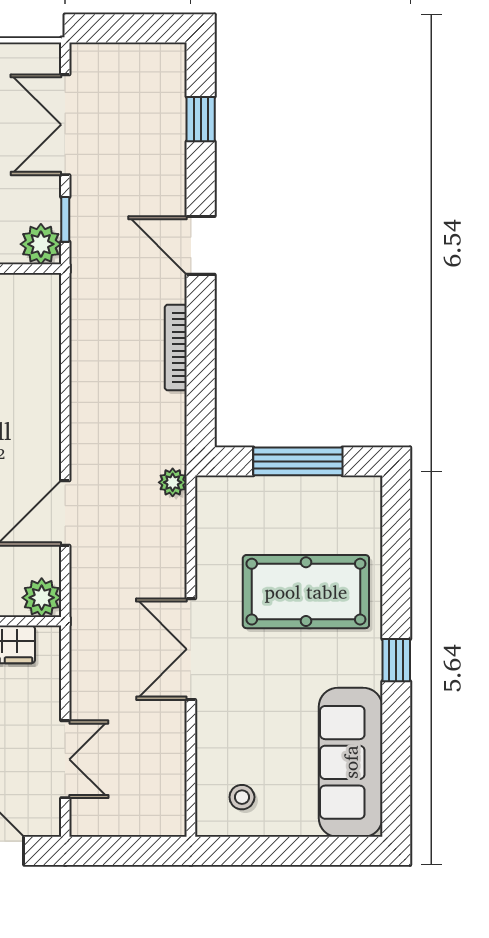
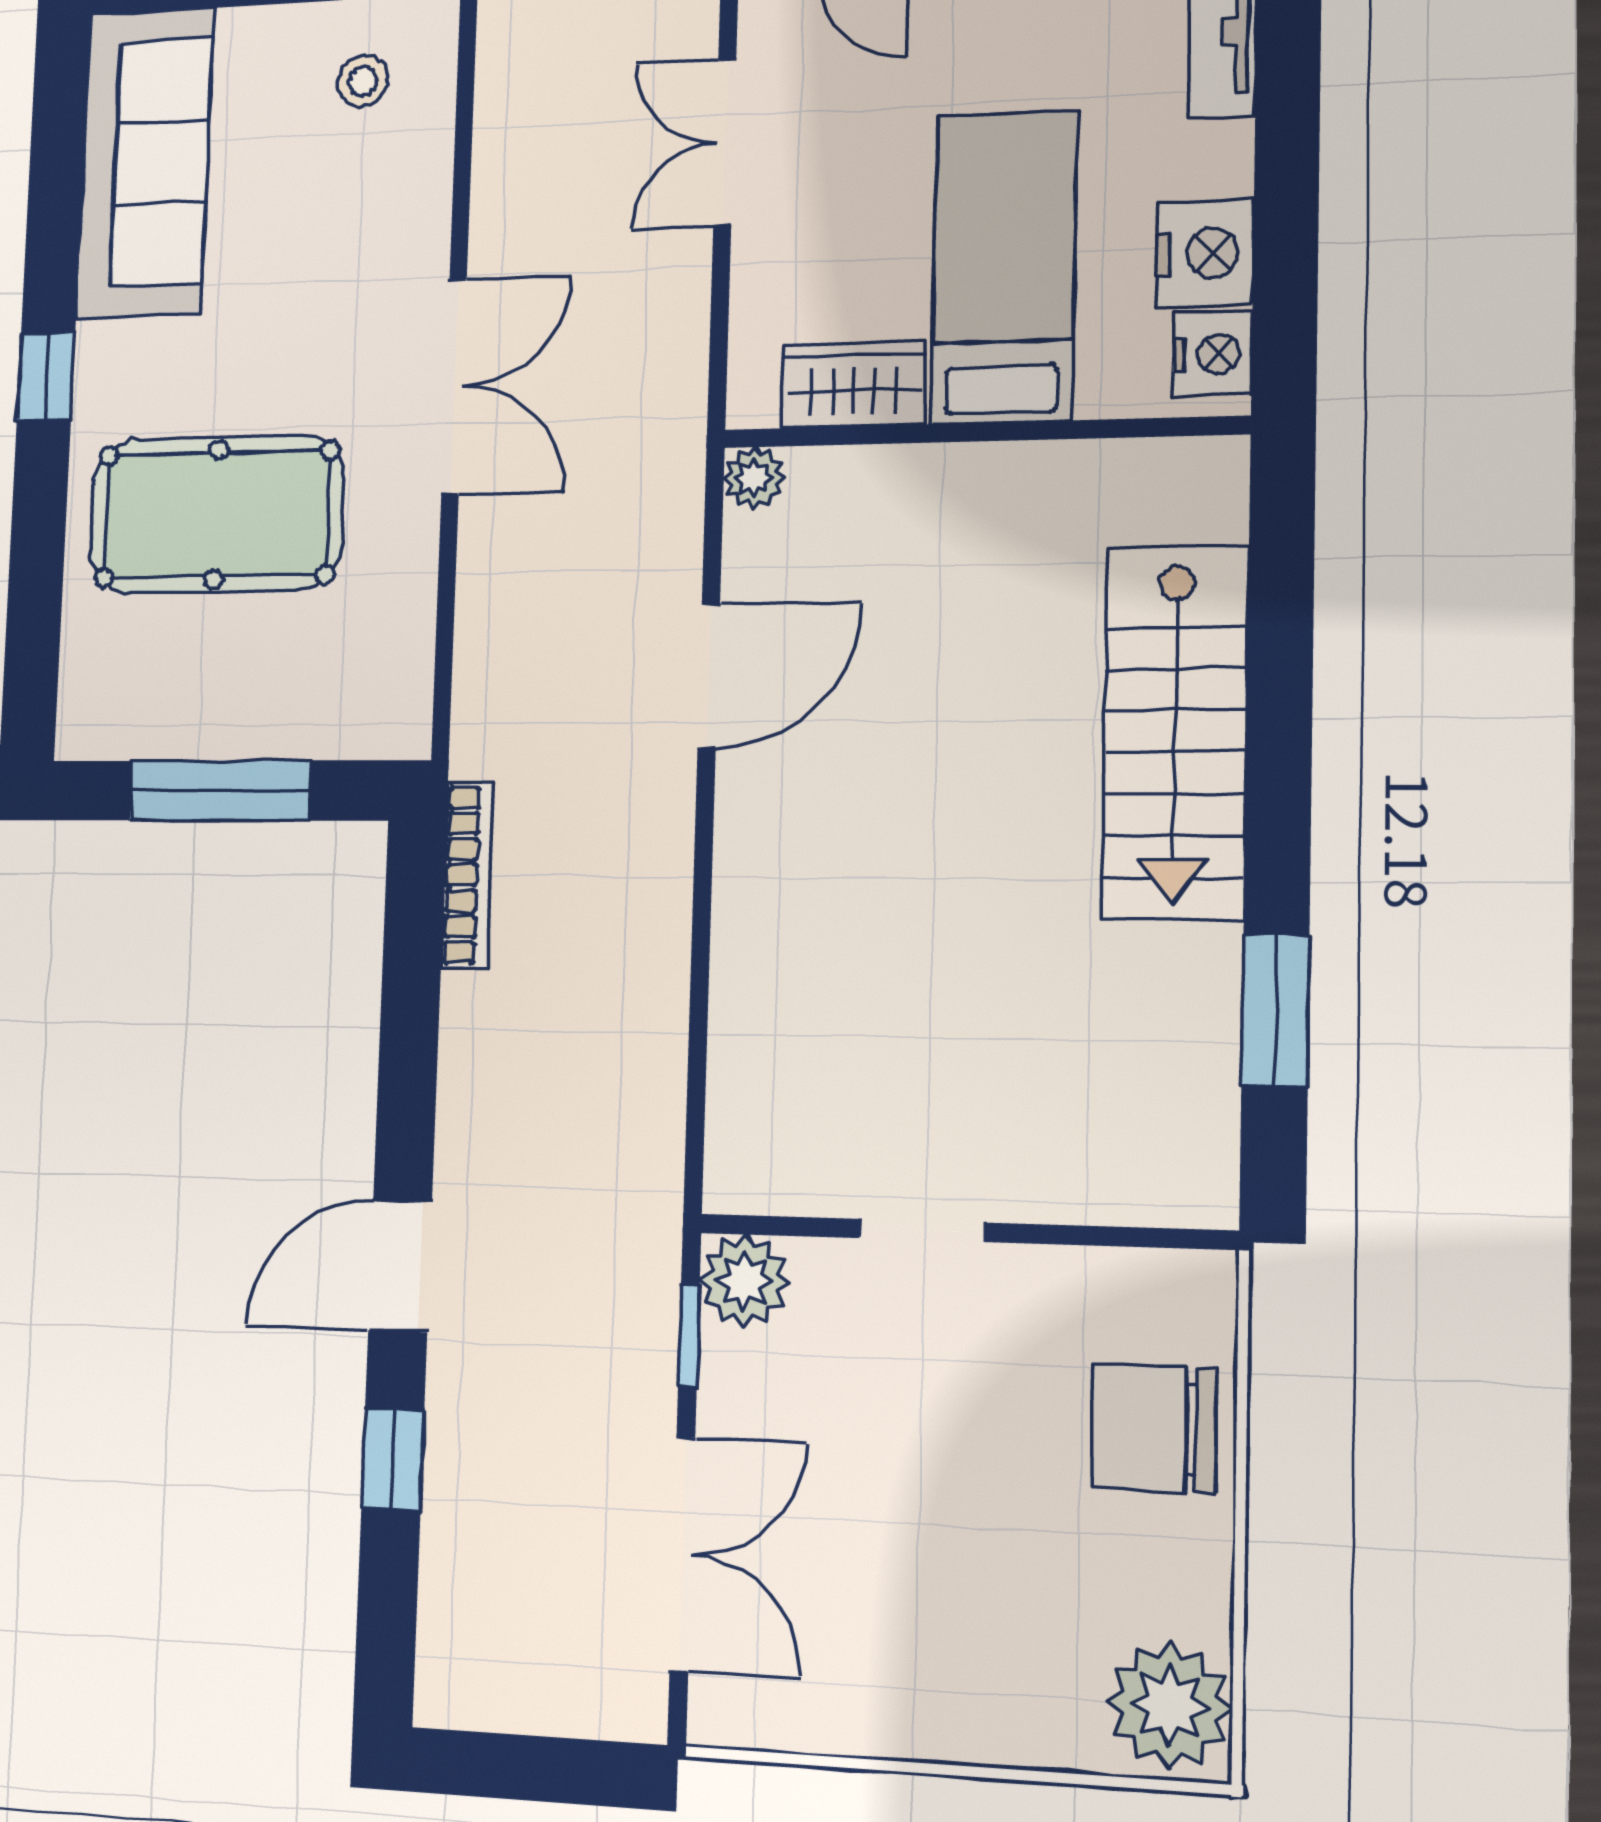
window: (201, 119) -> (393, 1460), moved
door: (201, 245) -> (400, 1266), swing flipped
bookcase: (176, 348) -> (467, 875), moved
plant: (173, 482) -> (478, 744), removed
plant: (42, 598) -> (754, 478), width x0.73, depth x0.73

